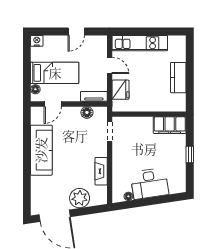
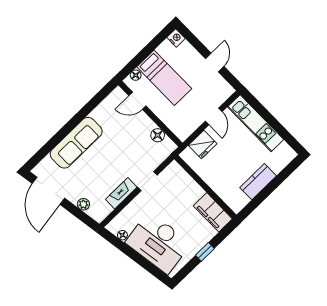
door: (76, 31) -> (215, 63), swing flipped
tv unit: (94, 96) -> (176, 128), removed
doorway: (110, 132) -> (147, 181), moved
sofa: (41, 150) -> (76, 143), moved
desk: (150, 184) -> (158, 243), width x1.36, depth x1.30
plant: (80, 198) -> (83, 204), width x0.53, depth x0.53

